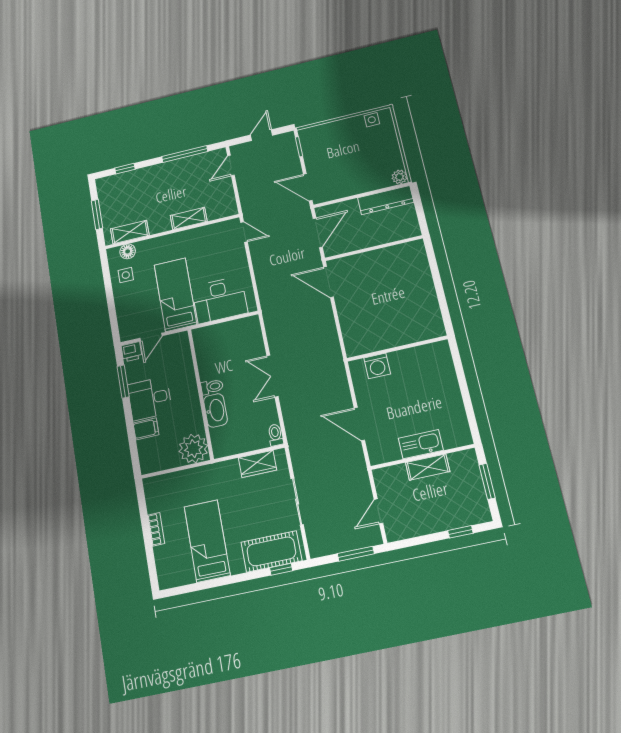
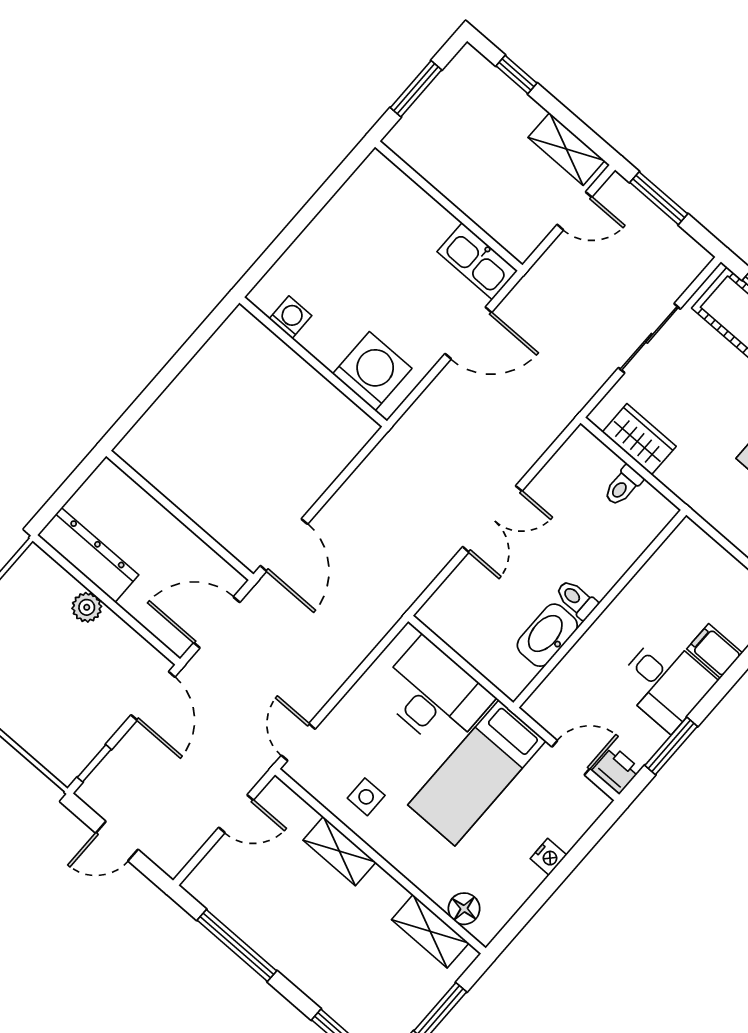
door: (231, 165) -> (236, 814), moved
plant: (400, 177) -> (87, 607), moved
side table: (126, 275) -> (366, 797), moved
nightstand: (120, 299) -> (548, 857), added
washing machine: (424, 353) -> (290, 317), added
washing machine: (377, 366) -> (372, 371), width x1.37, depth x1.37
washbasin: (215, 410) -> (547, 635), moved
door: (359, 424) -> (468, 333), hinge flipped
toilet: (275, 435) -> (623, 486), moved
kitchen sink: (421, 444) -> (477, 261), moved
plant: (193, 449) -> (689, 554), removed
shelving: (428, 467) -> (566, 149), moved

